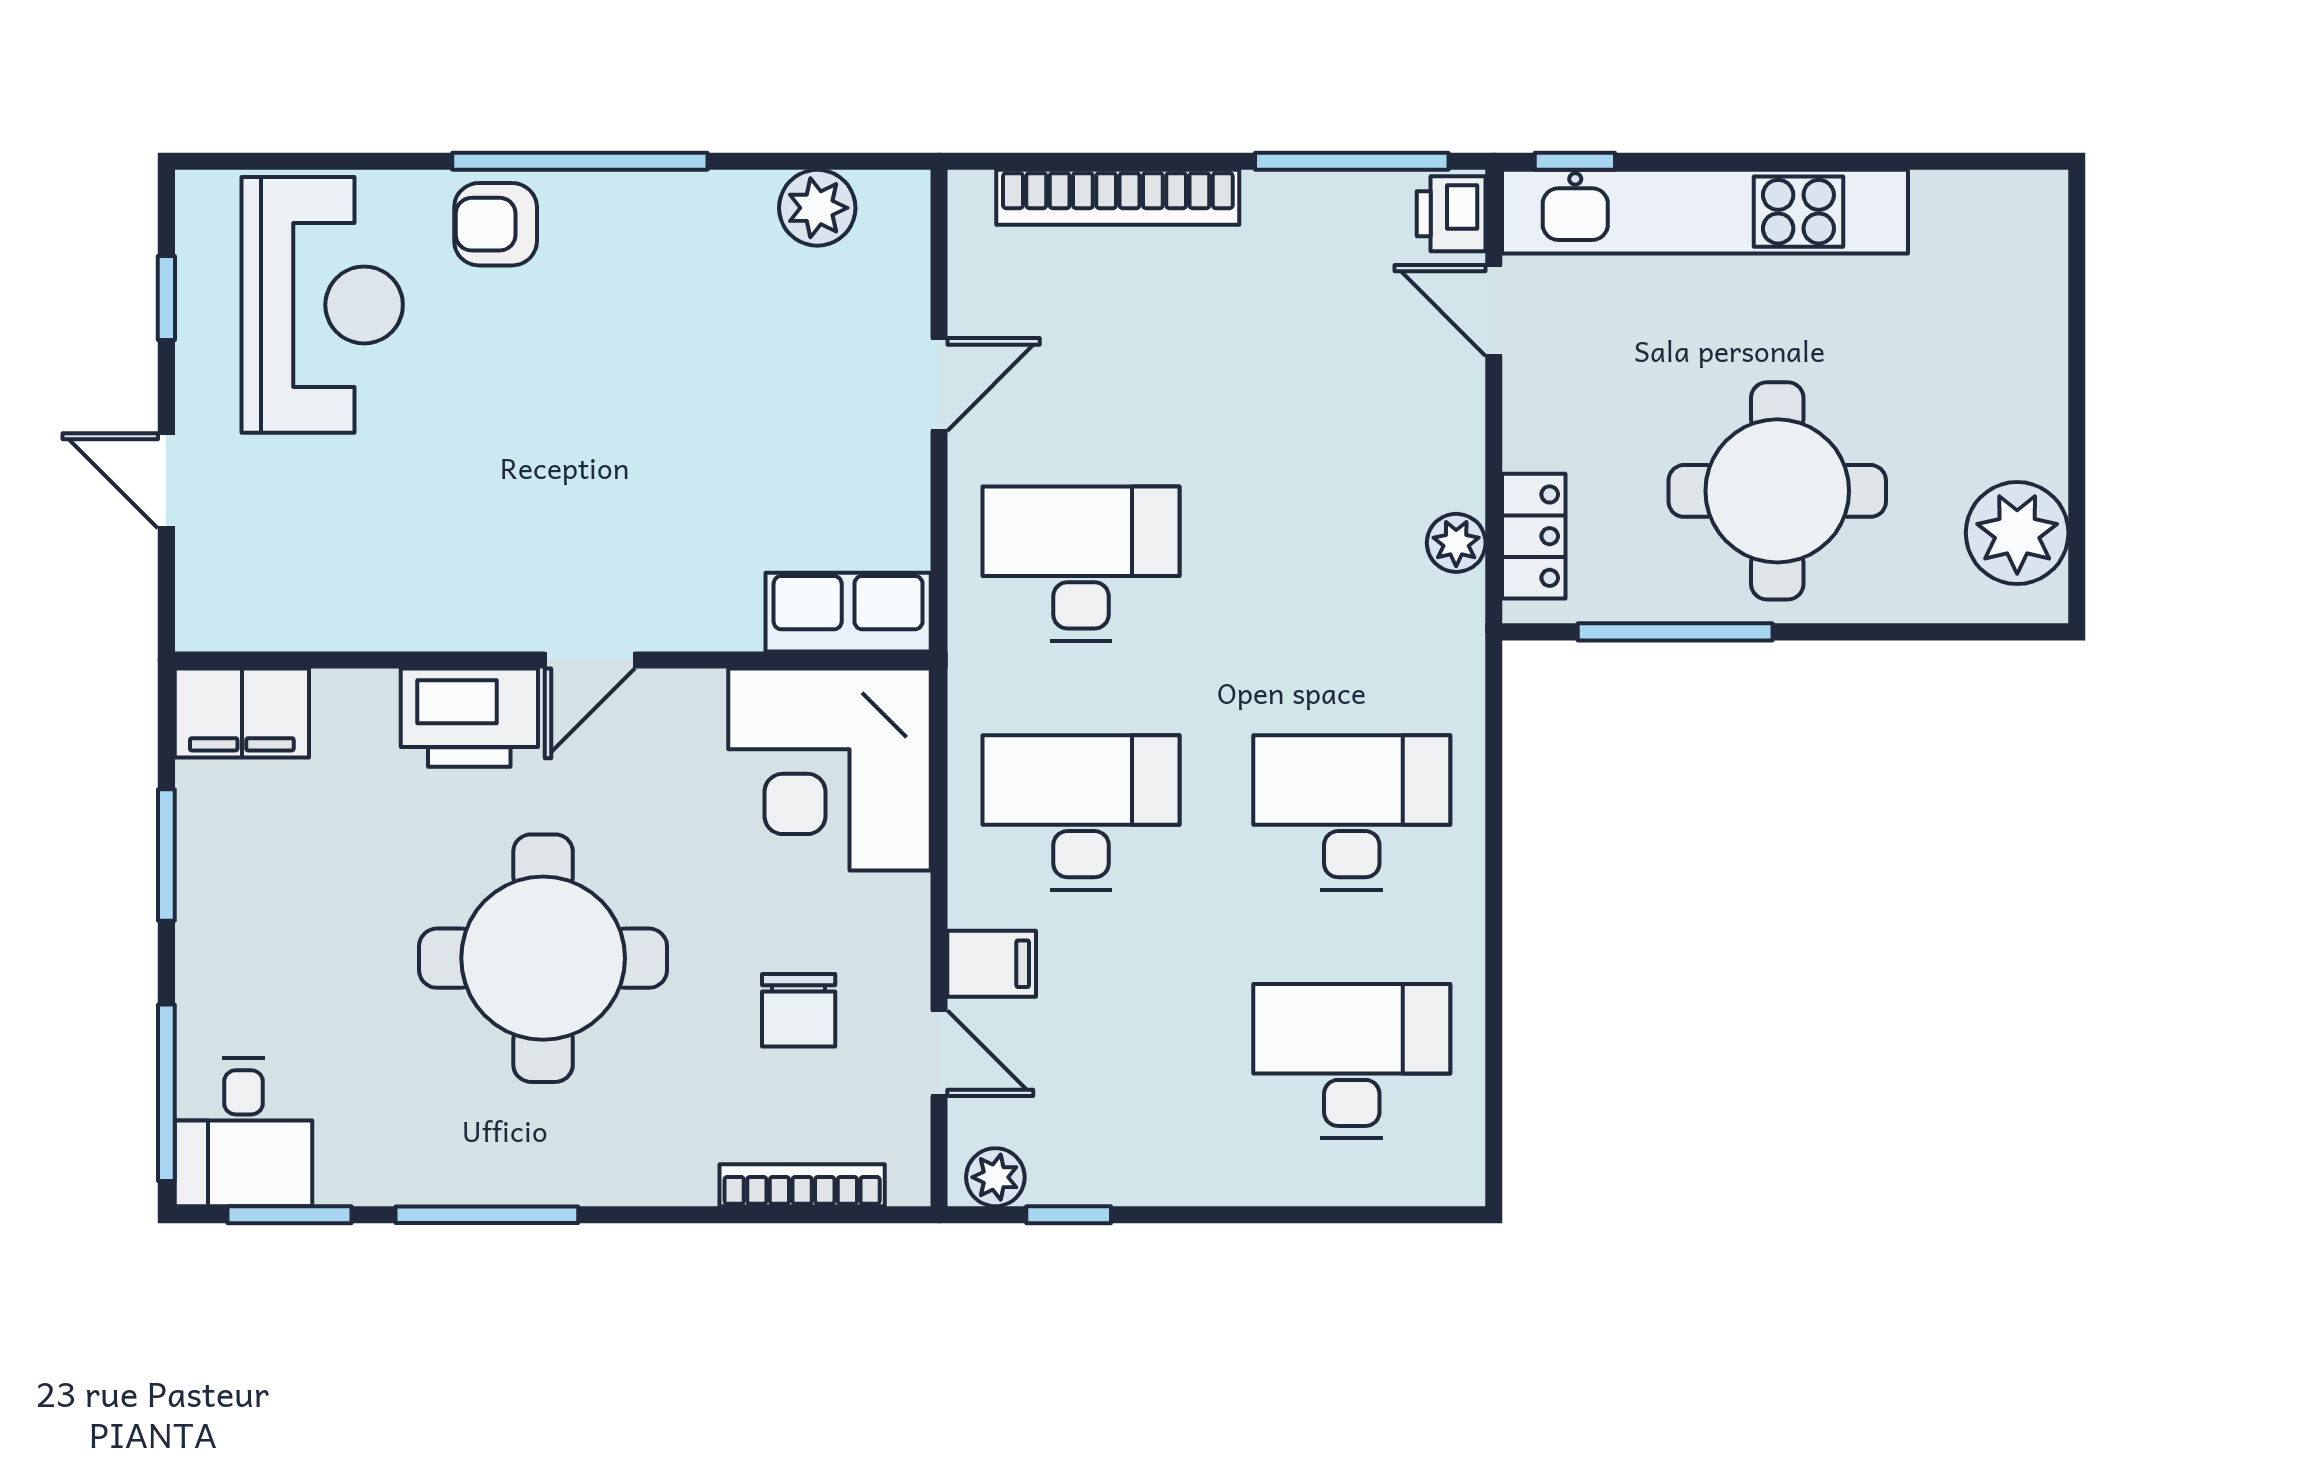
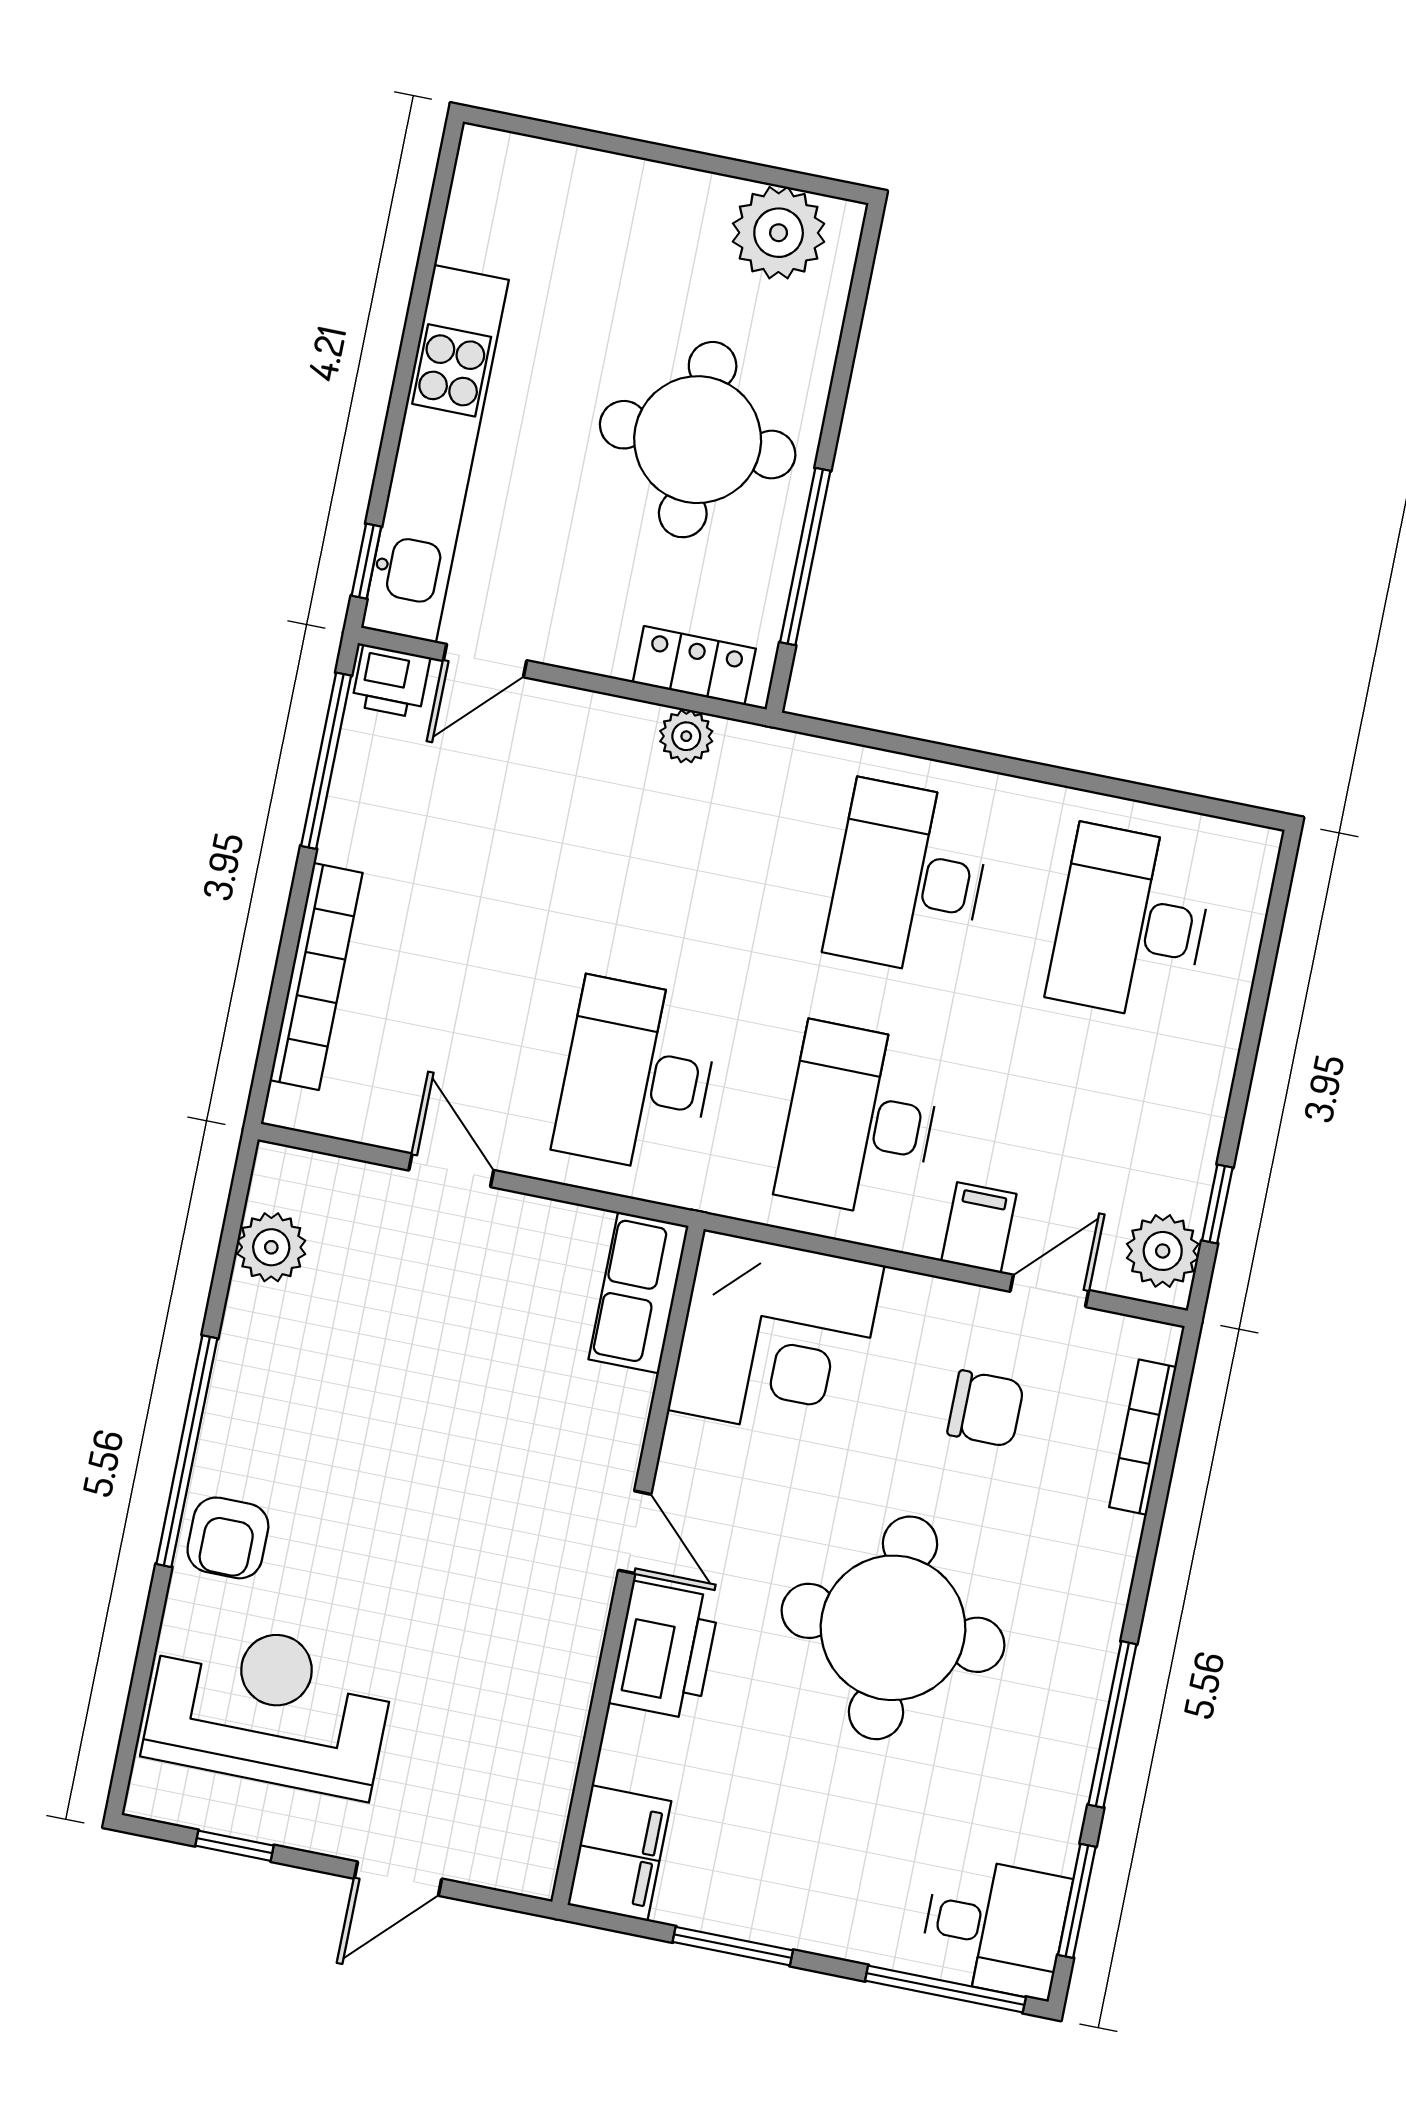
plant: (995, 1177) -> (1163, 1251), width x1.38, depth x1.38

